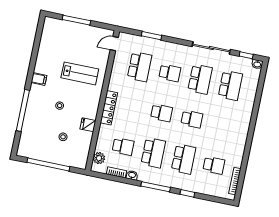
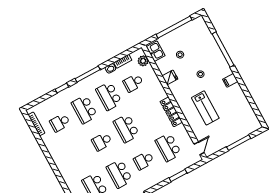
lab bench: (80, 73) -> (205, 108), turned -90
locker: (109, 108) -> (171, 112), moved
school desk: (162, 113) -> (126, 128), width x1.85
kitchen sink: (81, 157) -> (156, 51), added

